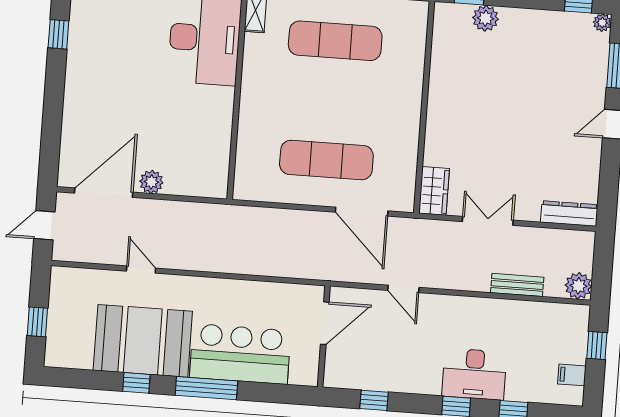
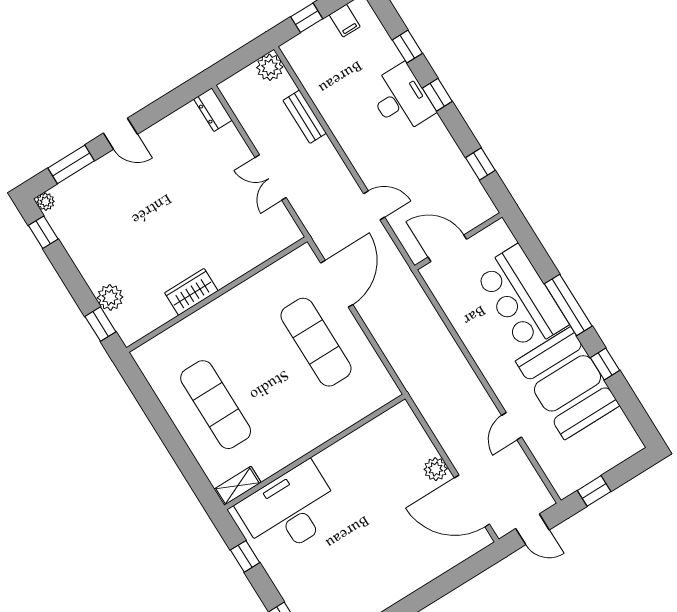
wardrobe: (434, 191) -> (191, 292), moved
dresser: (569, 214) -> (213, 110), width x0.70
door: (403, 289) -> (374, 205), hinge flipped
window: (37, 322) -> (594, 491), moved

